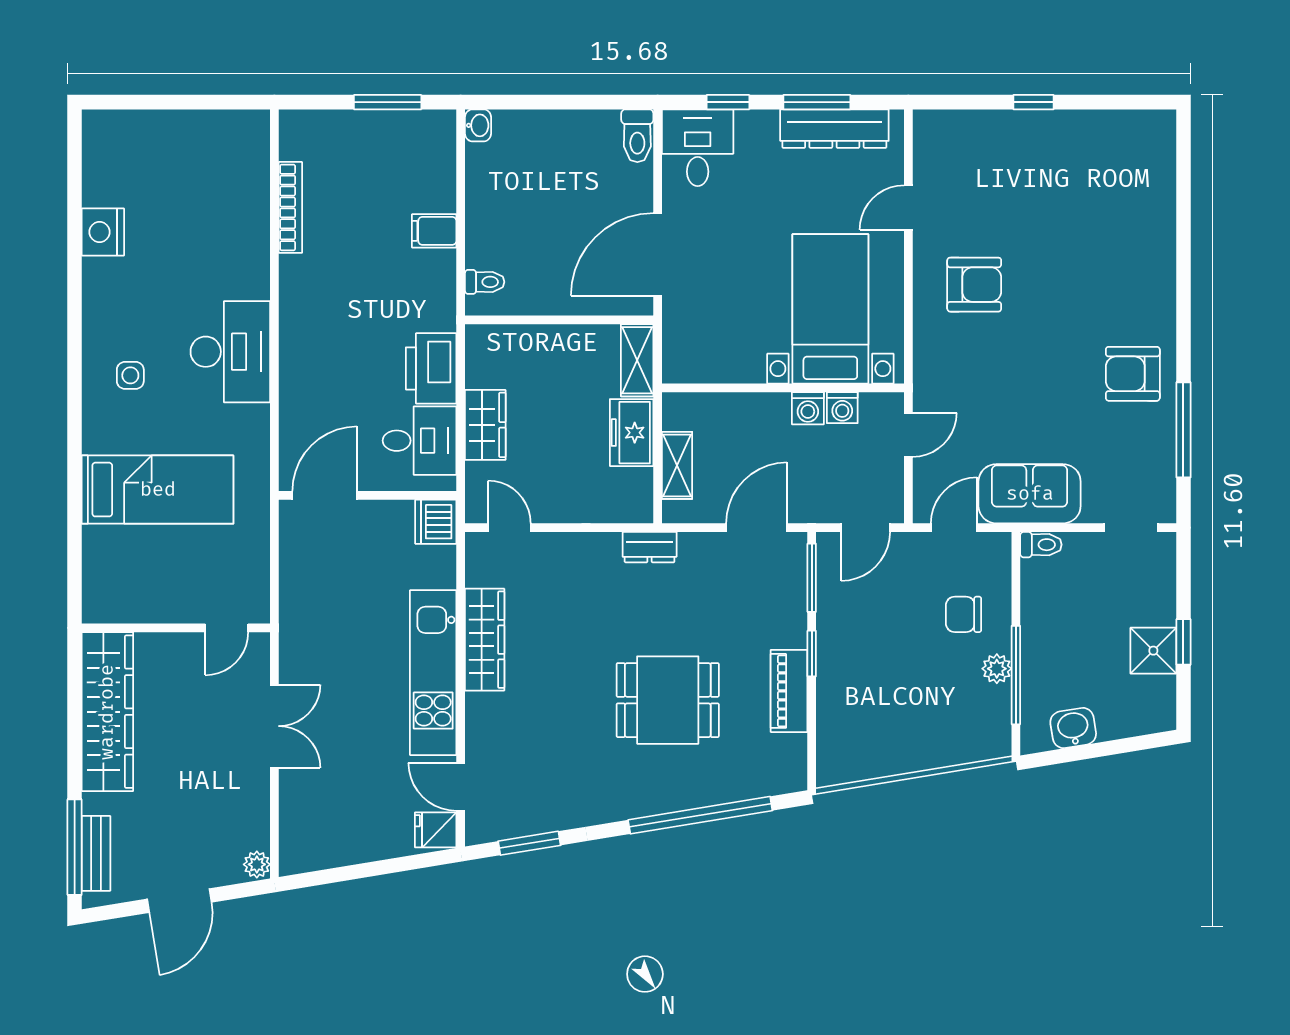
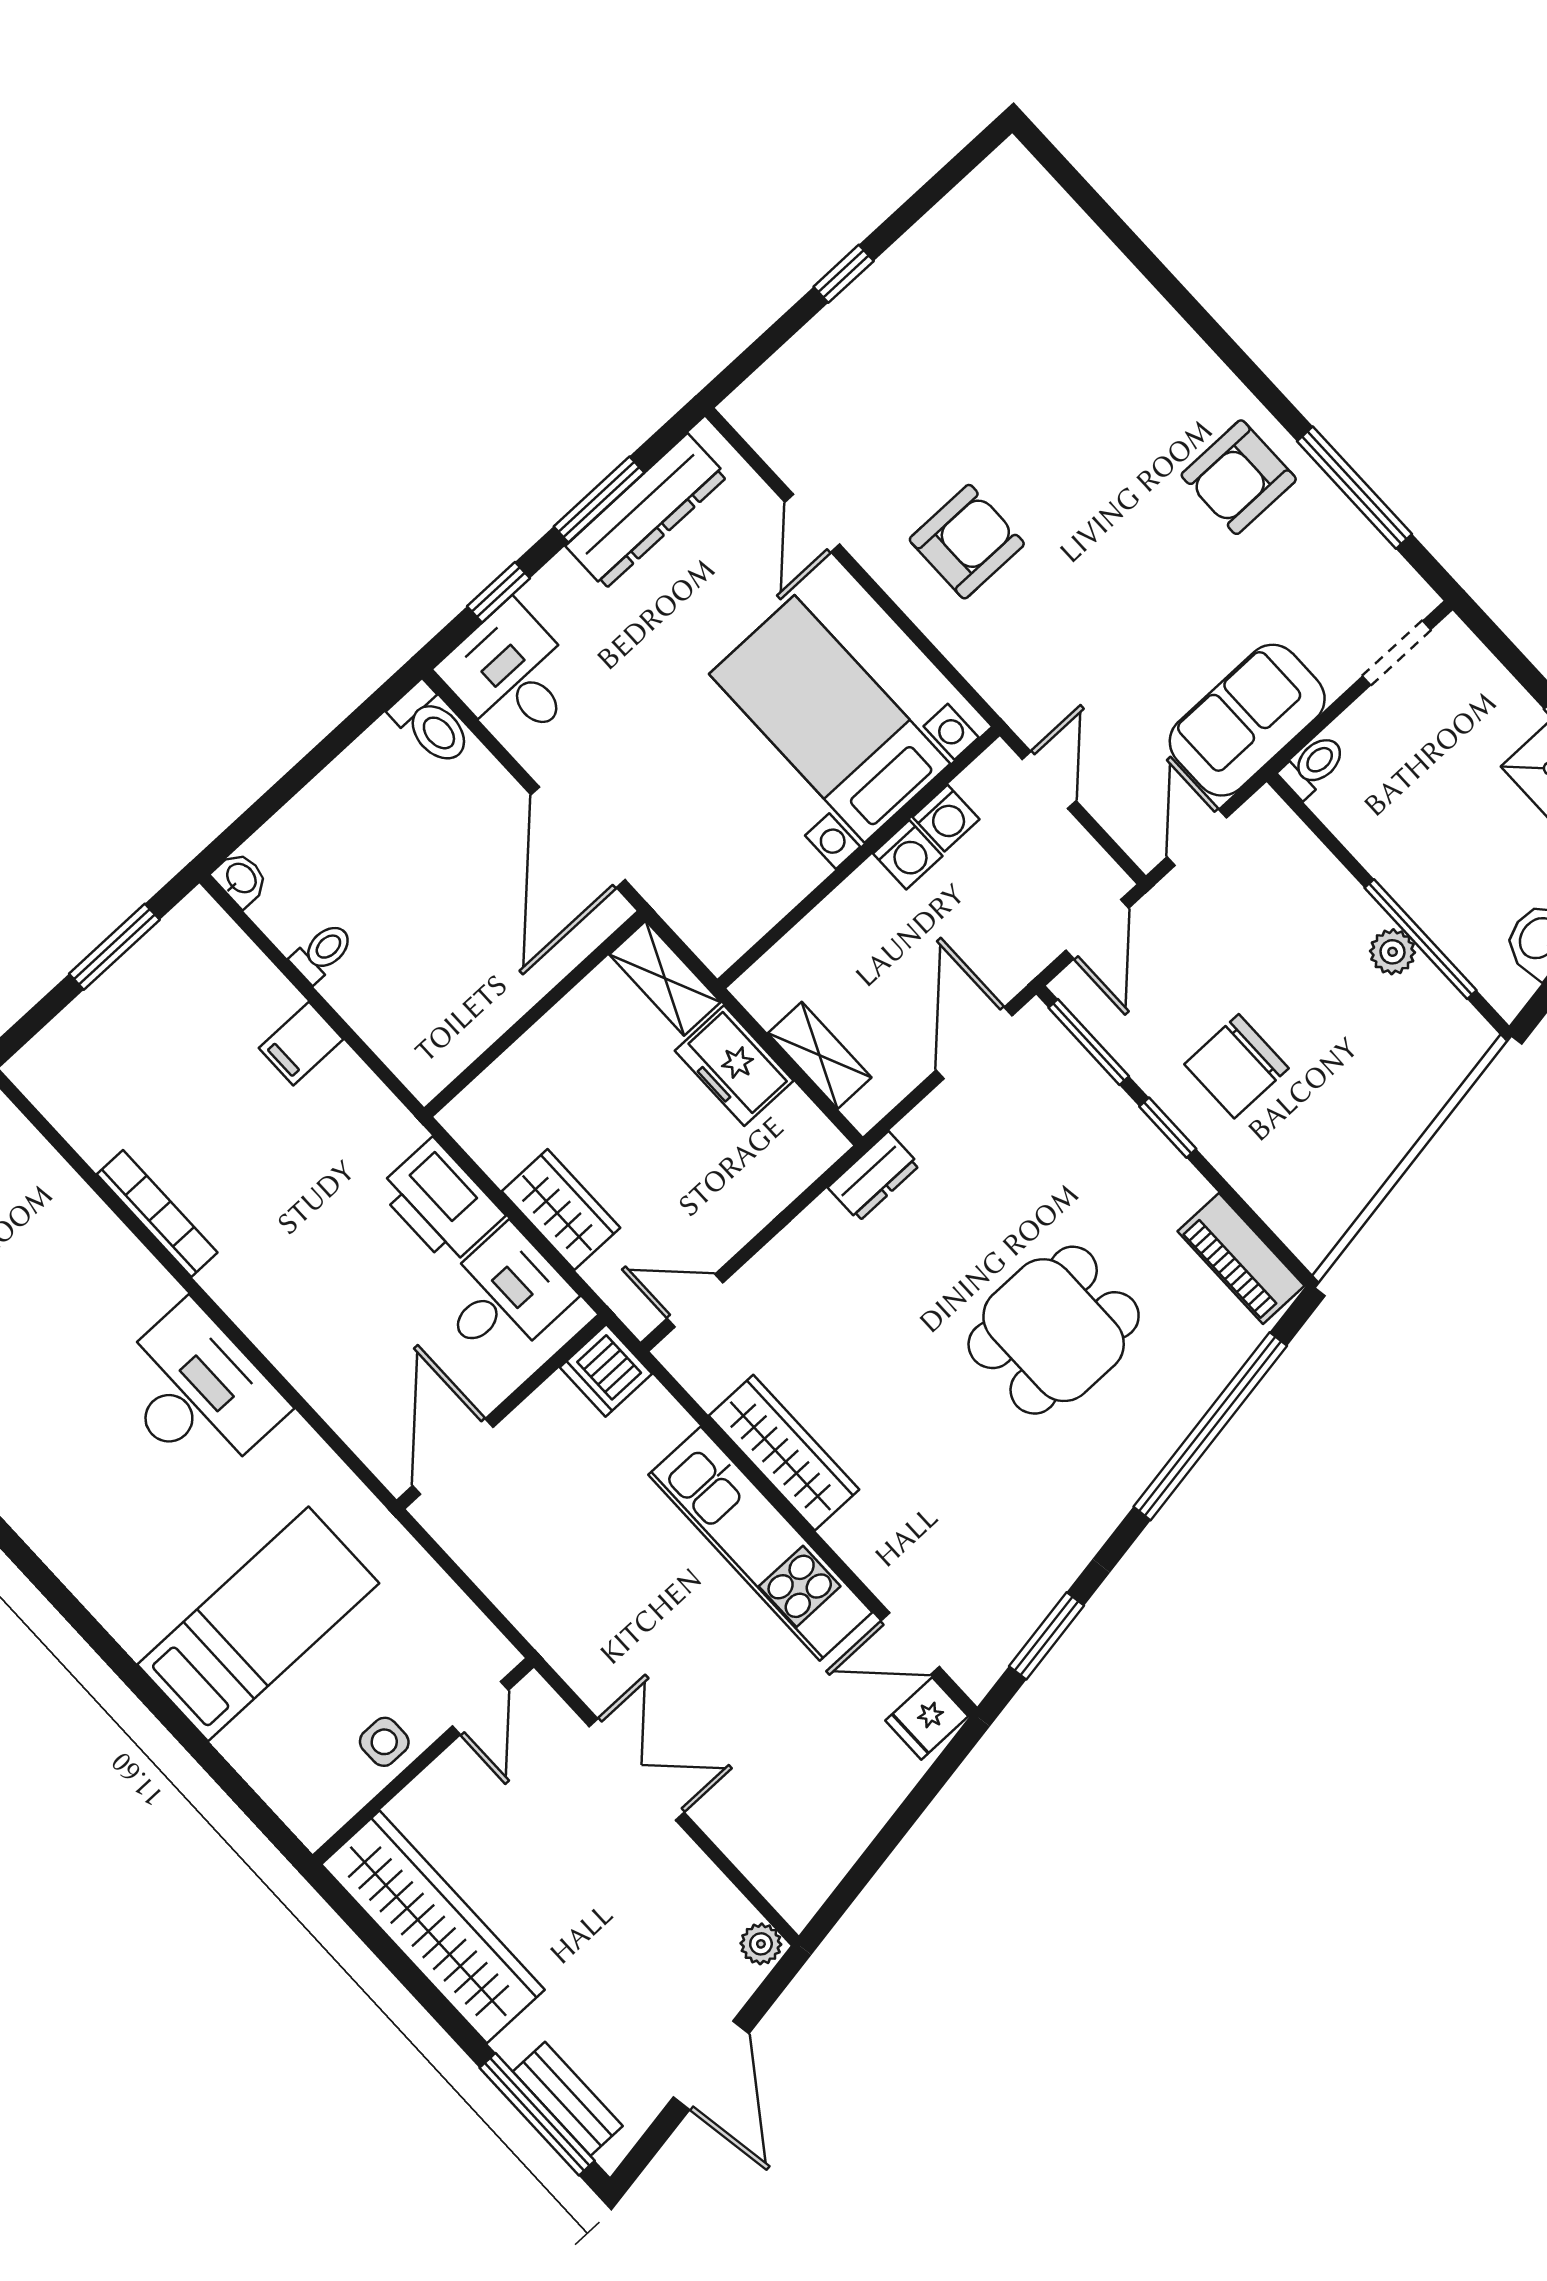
bookcase: (290, 207) -> (157, 1213), moved
toilet: (485, 282) -> (322, 952), moved
side table: (130, 375) -> (384, 1742), moved
chair: (964, 614) -> (1236, 1066), moved, width x1.37, depth x1.37
piano: (789, 691) -> (1241, 1259), moved

